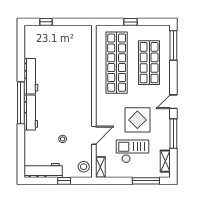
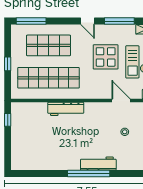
window: (46, 22) -> (8, 120), moved
workbench: (31, 76) -> (66, 109), moved, turned 180

